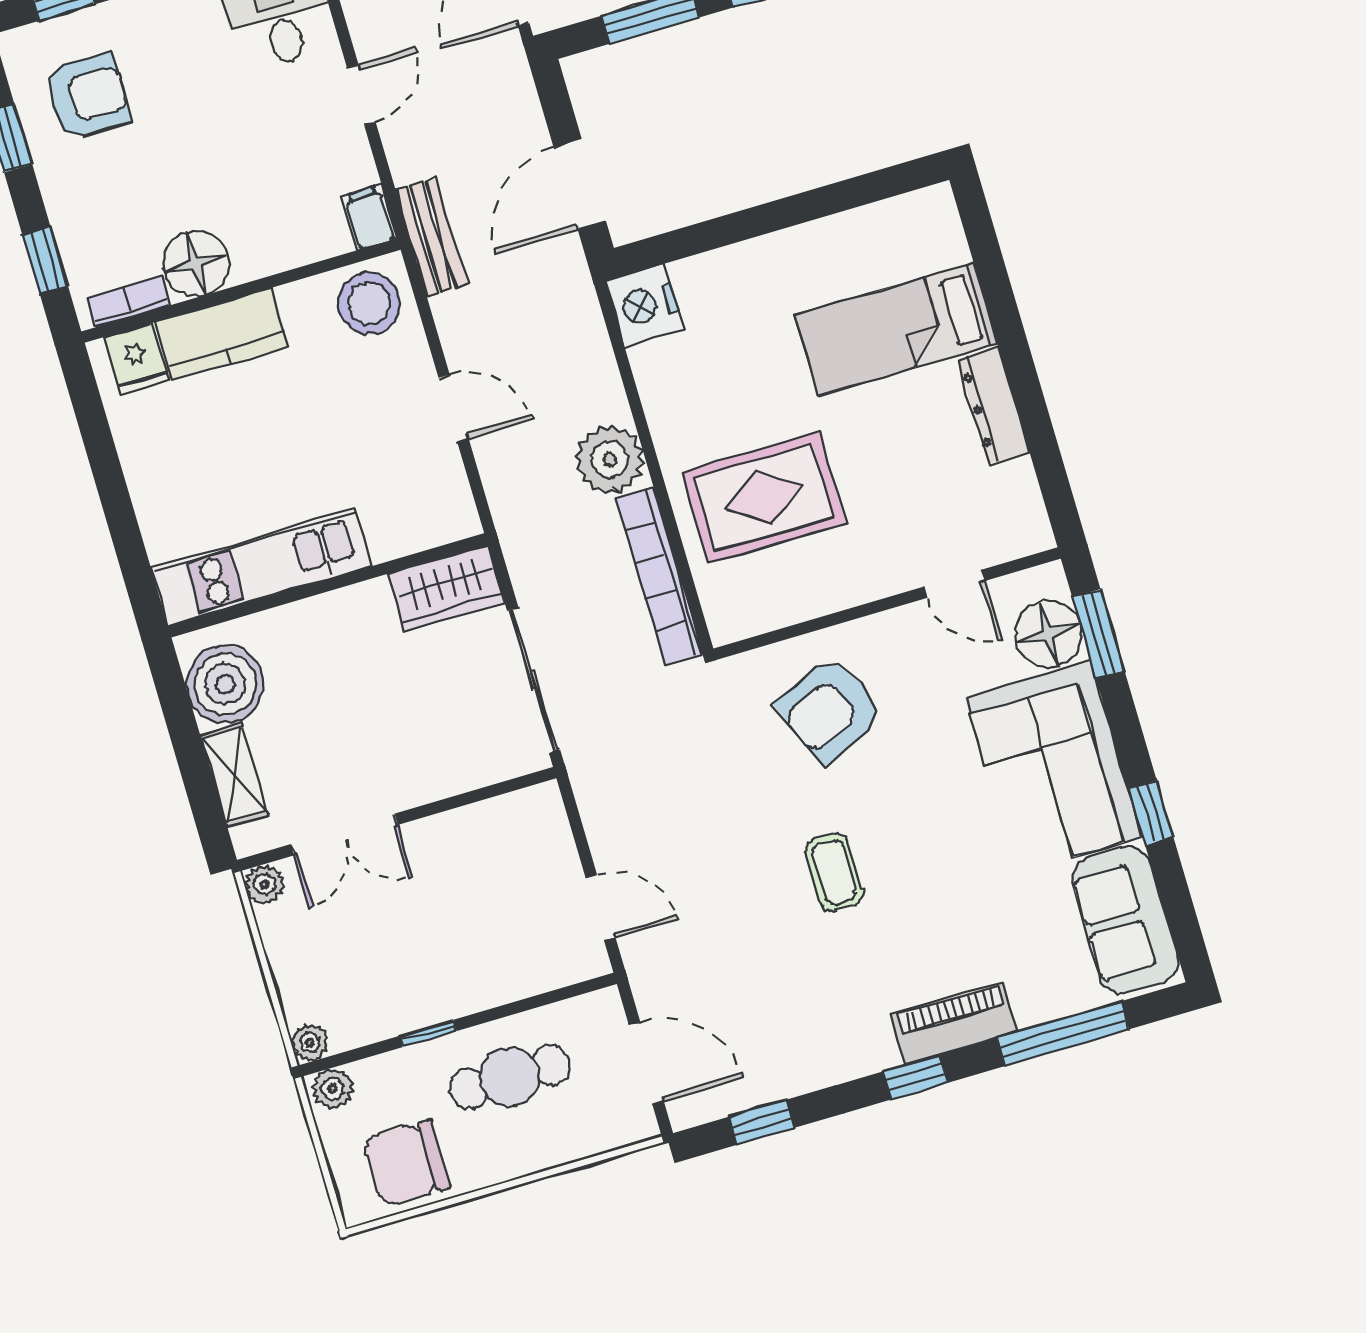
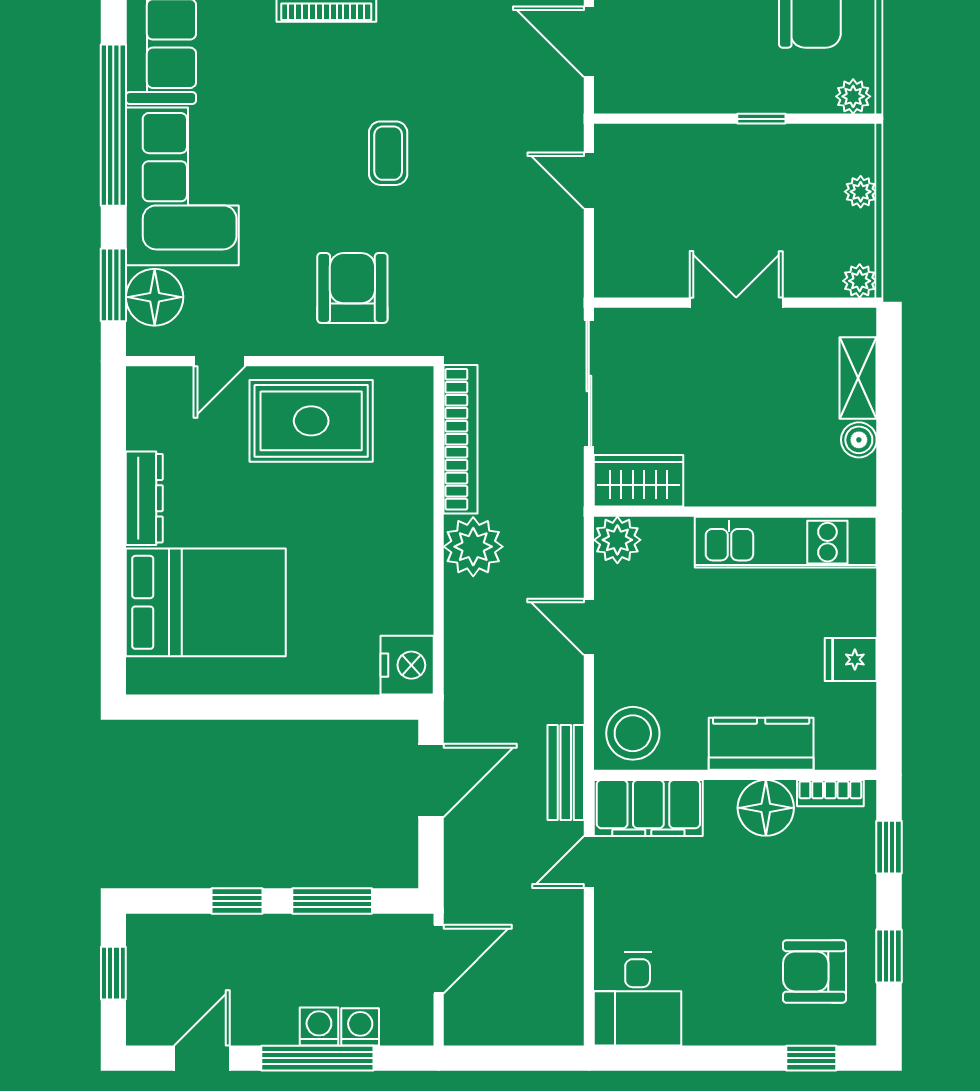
door: (361, 95) -> (589, 862), moved
filing cabinet: (369, 217) -> (648, 808), width x3.00, depth x1.17
bed: (896, 329) -> (206, 602), width x1.50
fridge: (136, 359) -> (851, 659), moved, turned -90
rug: (764, 498) -> (311, 421), moved
plant: (450, 515) -> (617, 540), added
door: (954, 584) -> (220, 361), swing flipped
boiler: (225, 684) -> (859, 440), width x0.54, depth x0.54
armchair: (830, 709) -> (352, 288), turned -67
window: (1151, 813) -> (113, 125), width x3.17
double door: (344, 834) -> (736, 303), moved
plant: (310, 1043) -> (861, 192), moved
cafe table: (510, 1077) -> (705, 63), removed

